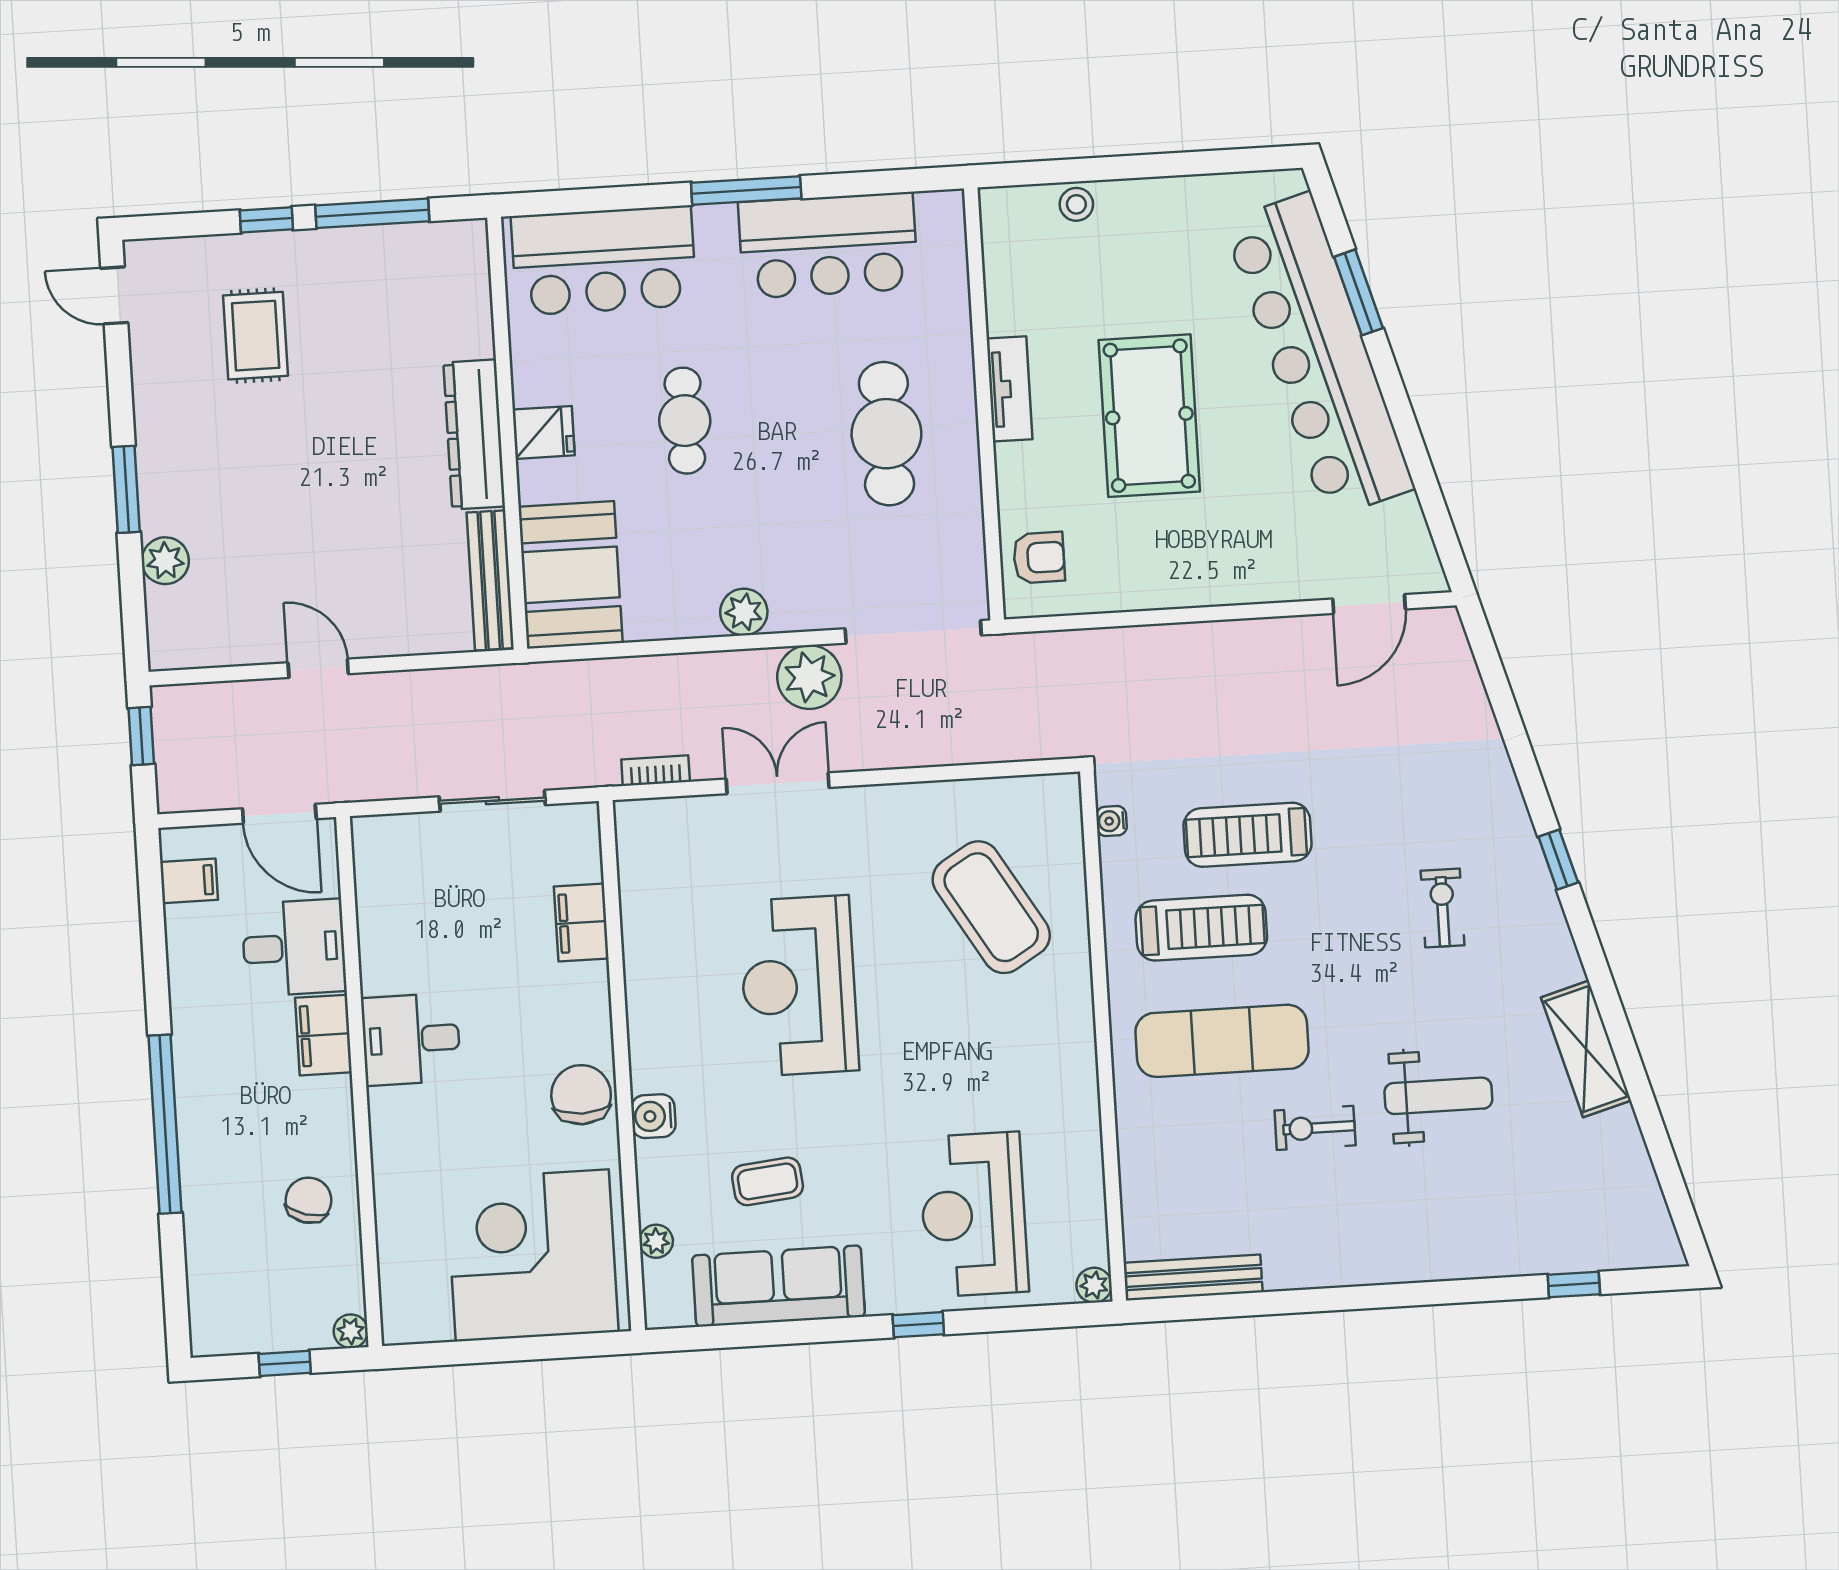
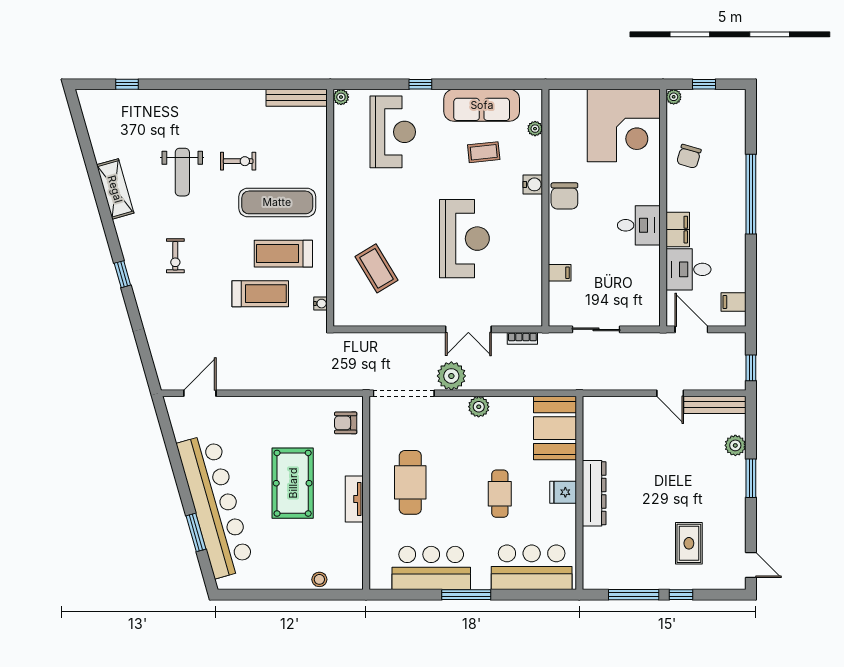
bench: (490, 580) -> (715, 405), moved, turned 90
coffee table: (991, 907) -> (377, 268), width x0.73, depth x0.76
filing cabinet: (581, 923) -> (560, 273), width x0.50
weight bench: (1438, 1096) -> (182, 172), turned -90
corner desk: (532, 1255) -> (624, 126), moved

